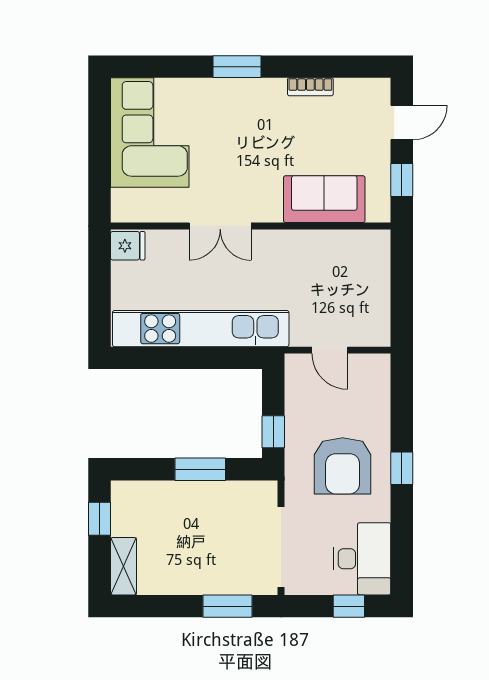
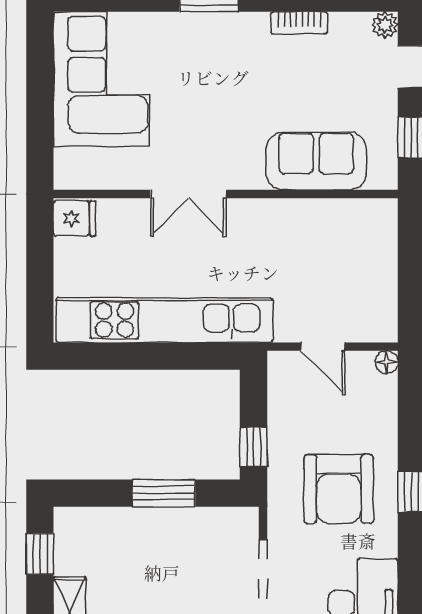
plant: (380, 88) -> (385, 25), added
floor lamp: (381, 363) -> (387, 362), added

